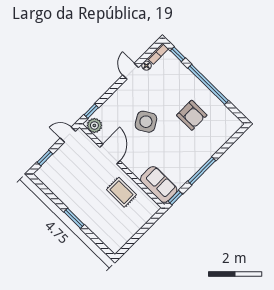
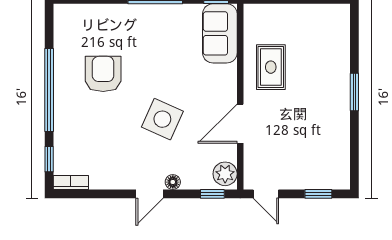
floor lamp: (146, 66) -> (173, 182), moved
door: (131, 71) -> (149, 194), moved
side table: (146, 122) -> (162, 119), turned -35

